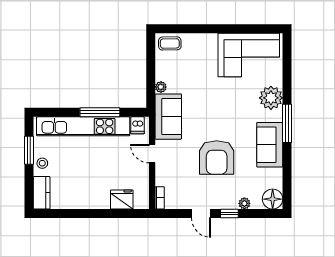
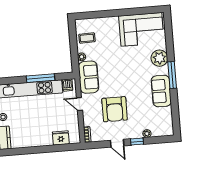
coffee table: (170, 43) -> (87, 38), moved
armchair: (217, 157) -> (115, 109), moved
floor lamp: (273, 199) -> (166, 129), removed

